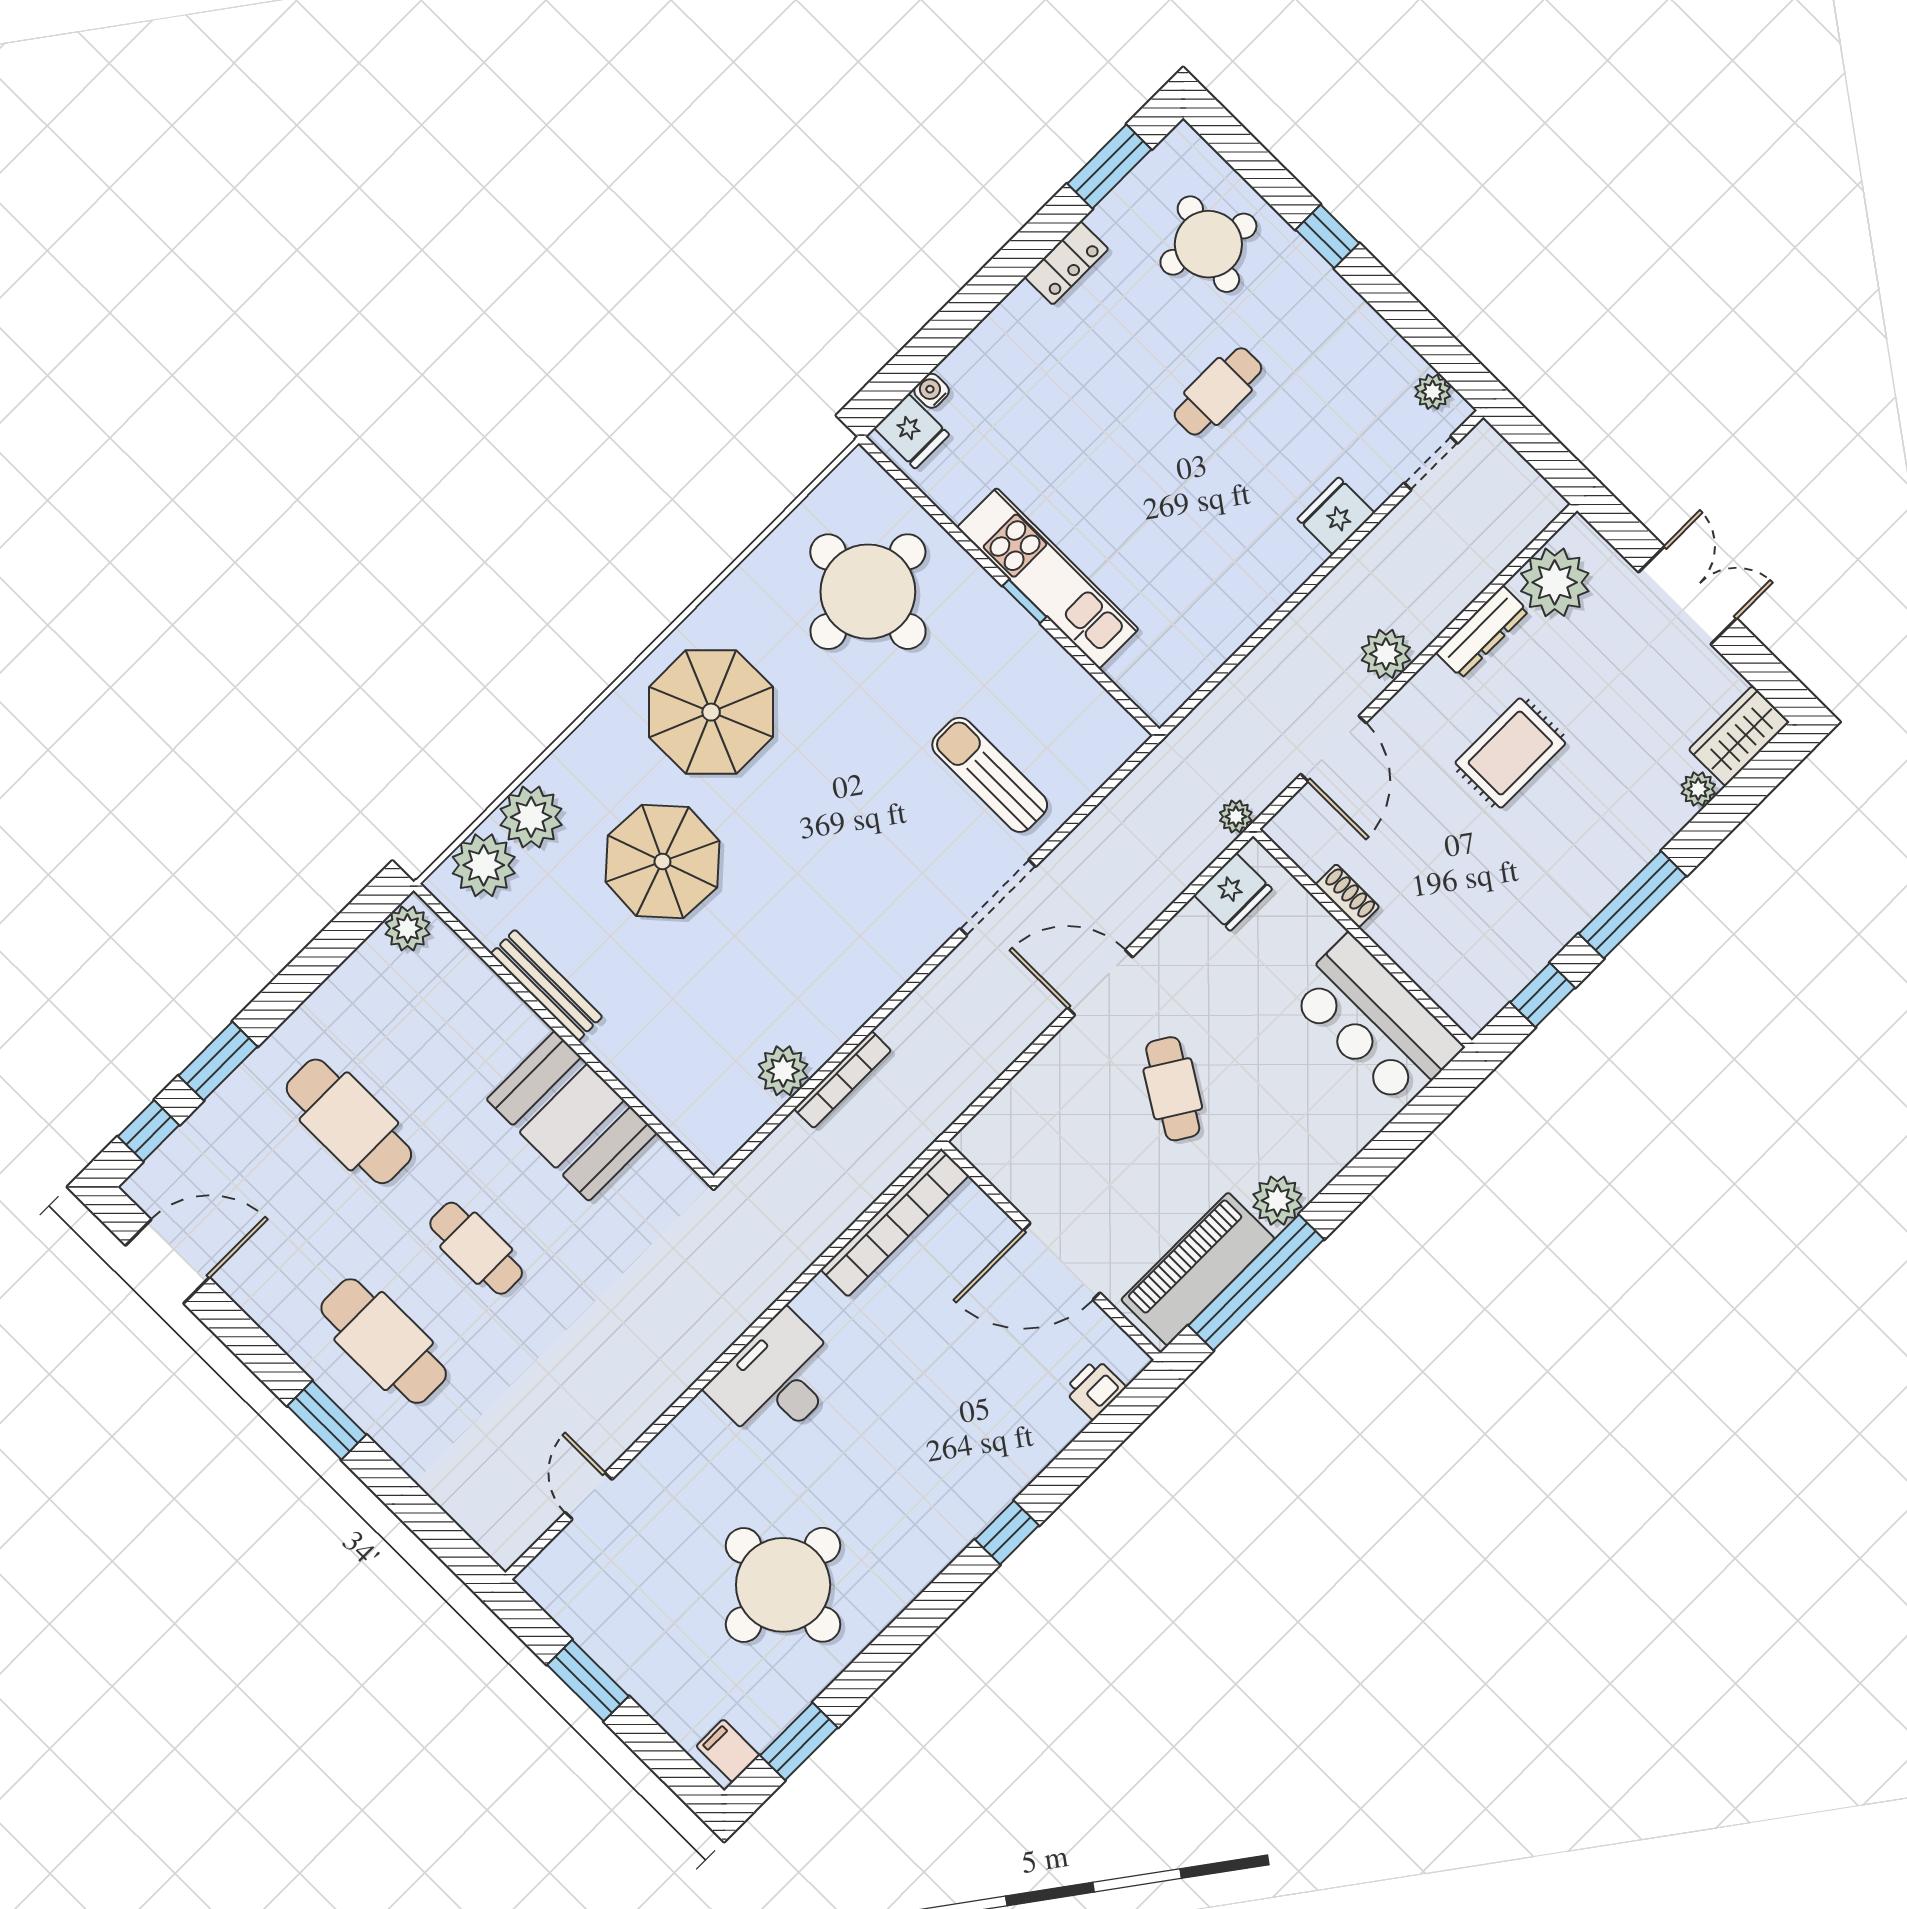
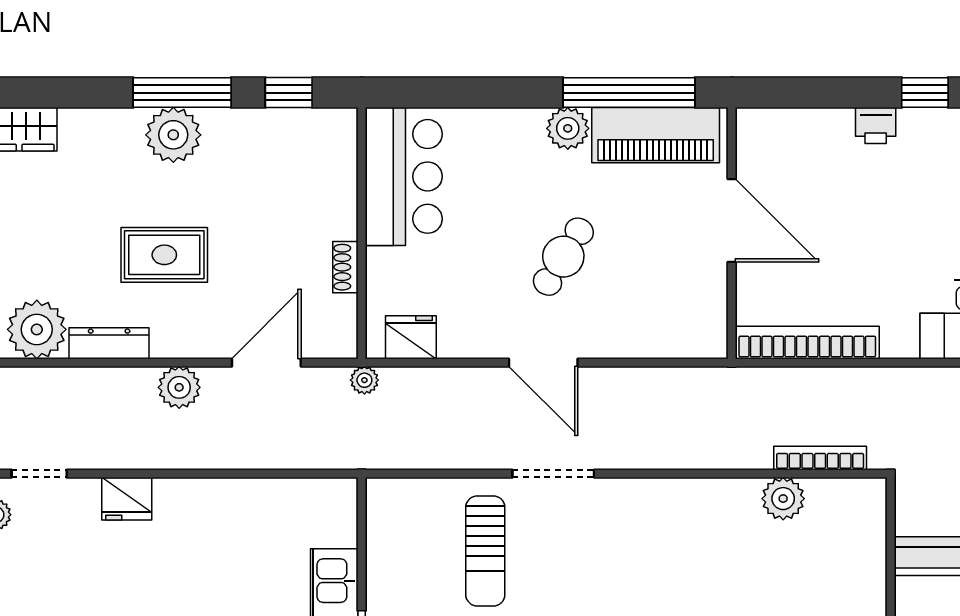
plant: (1698, 789) -> (173, 135), moved, width x1.87, depth x1.87
bookcase: (843, 1080) -> (820, 458), moved
printer: (1095, 1389) -> (876, 125), moved

